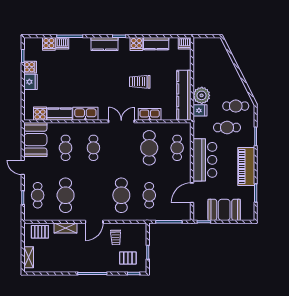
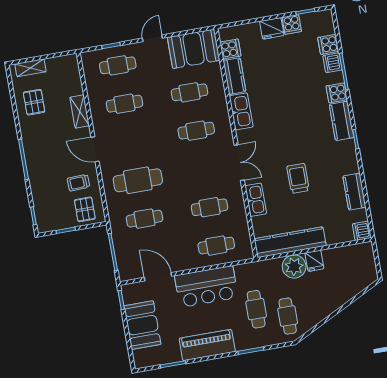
cooker: (136, 44) -> (337, 93), moved
fridge: (200, 110) -> (314, 261), moved
cafe table: (149, 148) -> (210, 207), width x0.73, depth x0.74
cafe table: (66, 195) -> (124, 104), width x0.73, depth x0.74
pallet: (40, 232) -> (34, 102), moved
pallet: (128, 258) -> (85, 209), moved

